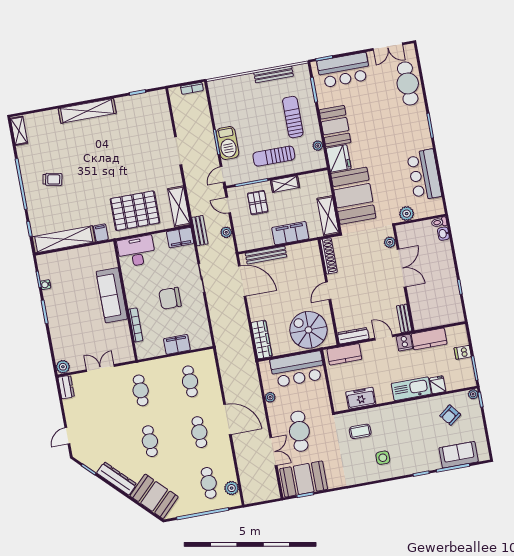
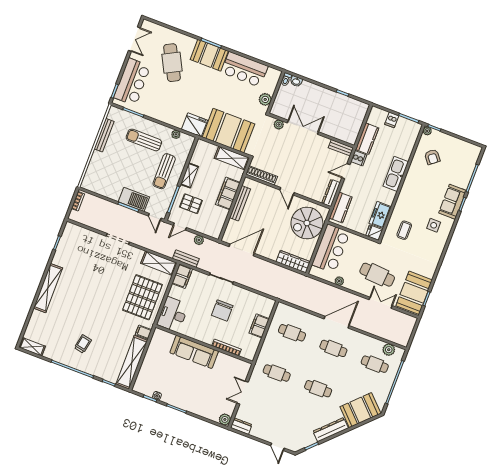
cafe table: (408, 83) -> (172, 63), moved, turned 62
booth: (335, 126) -> (209, 55), moved
bench: (266, 255) -> (240, 203), moved
fridge: (438, 385) -> (374, 233), moved
sofa: (459, 455) -> (452, 202), moved

